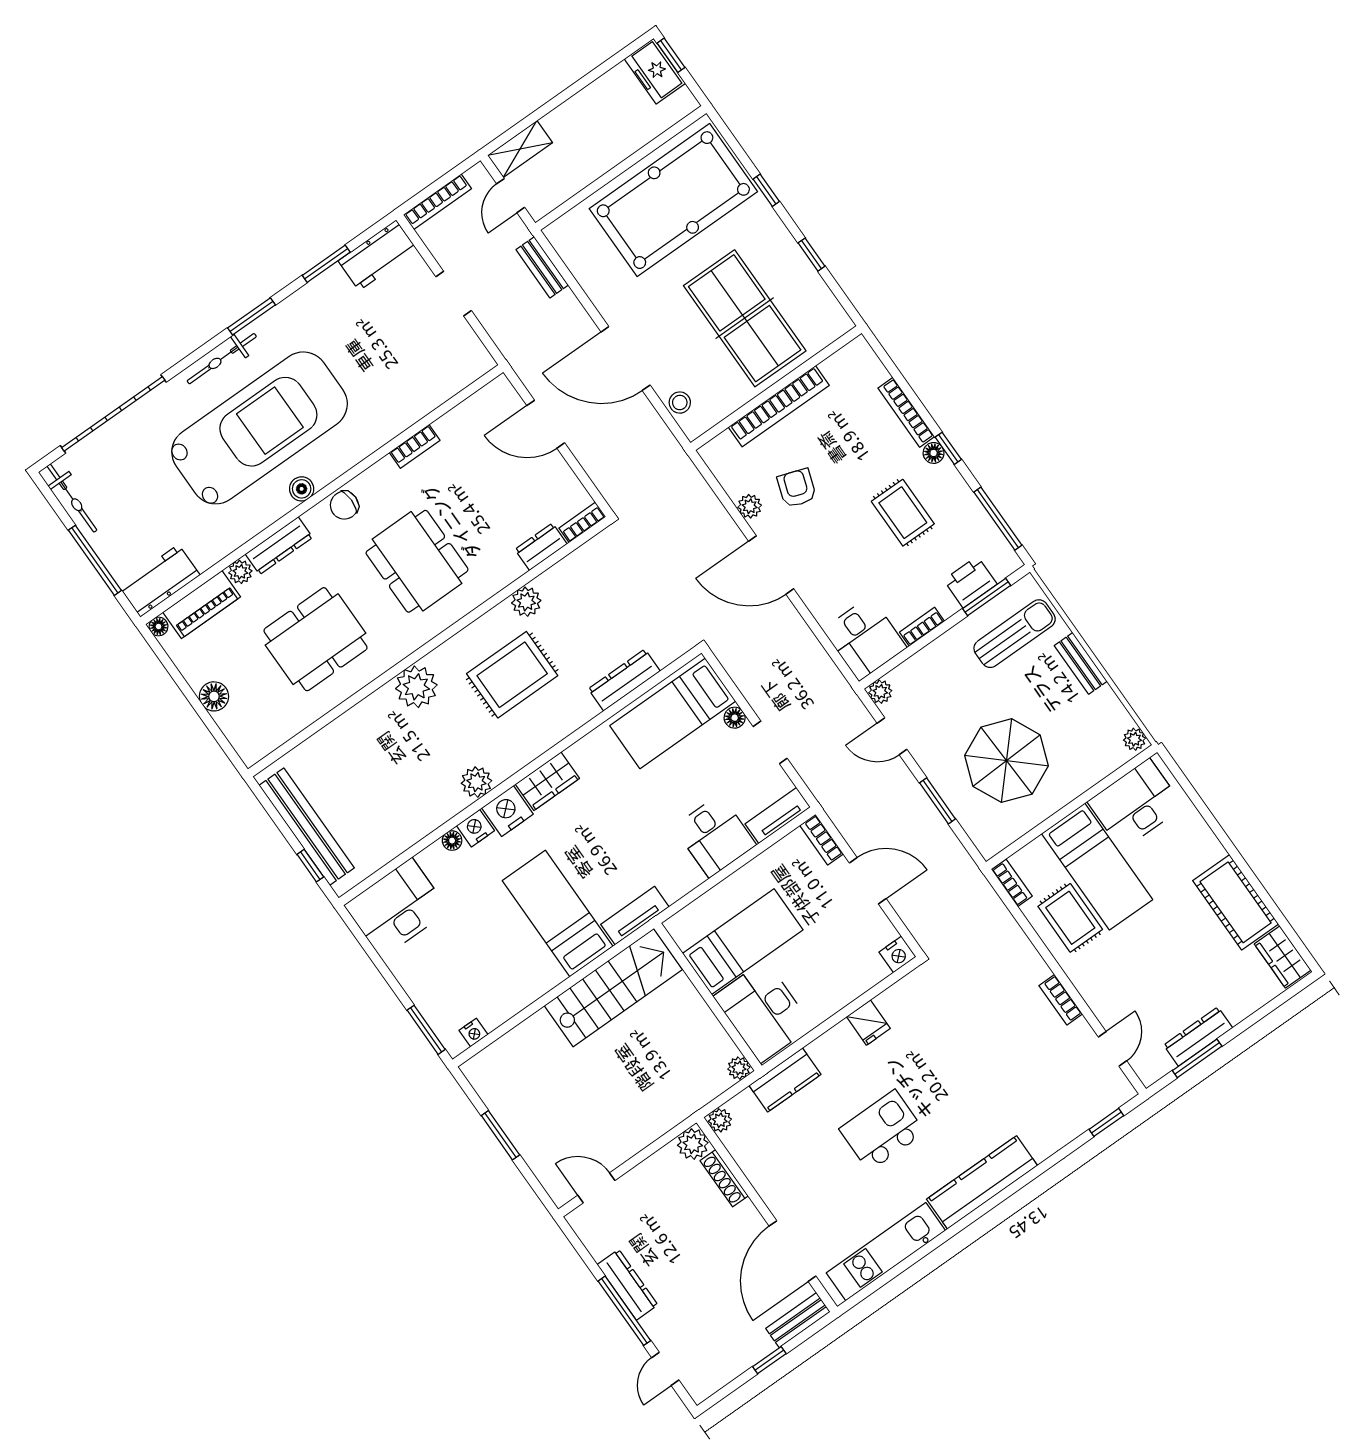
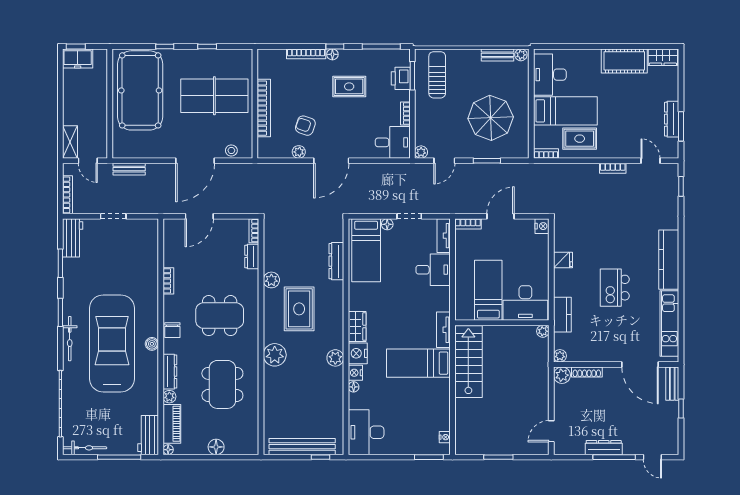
bench: (1081, 663) -> (498, 55), moved

